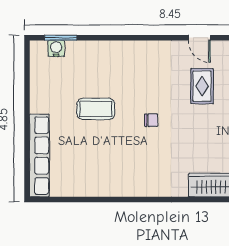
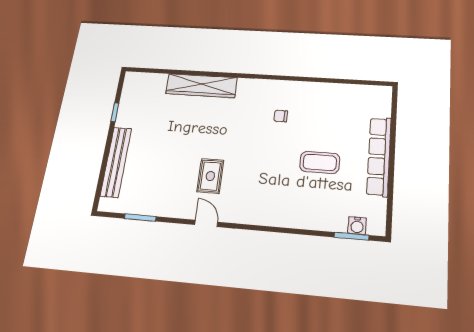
chair: (151, 120) -> (281, 116), moved
row of seats: (39, 155) -> (379, 156), moved

